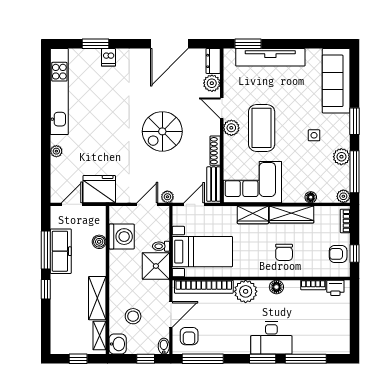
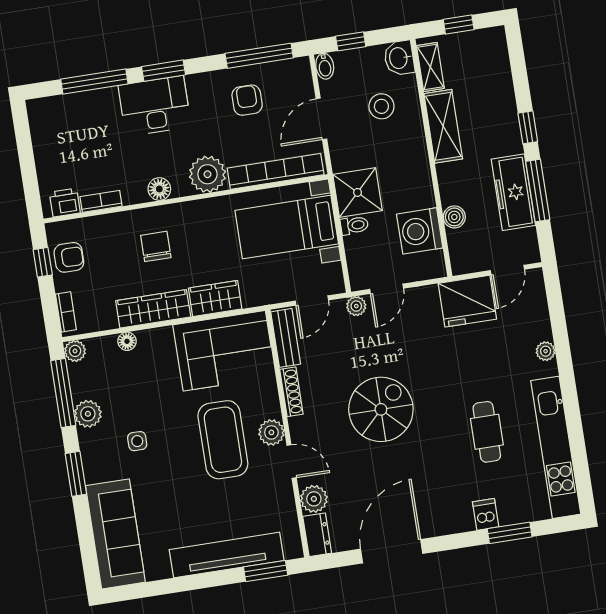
cafe table: (100, 108) -> (487, 432), added
armchair: (189, 336) -> (247, 100), moved

